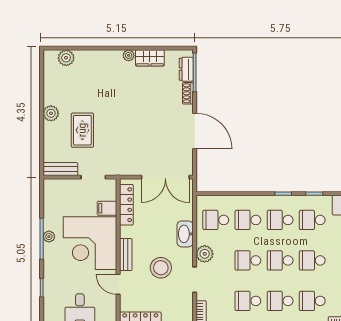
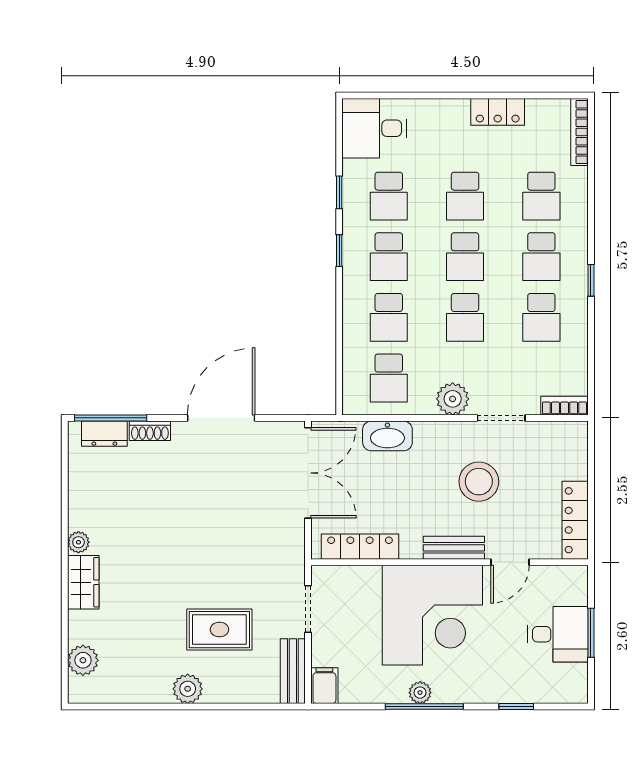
wardrobe: (150, 58) -> (83, 582), moved
filing cabinet: (107, 208) -> (324, 686), moved, turned 180
washbasin: (185, 234) -> (387, 436), moved

